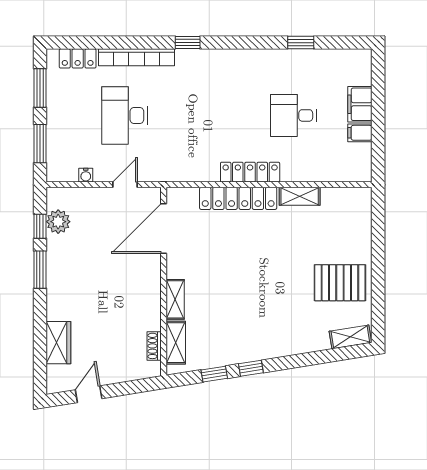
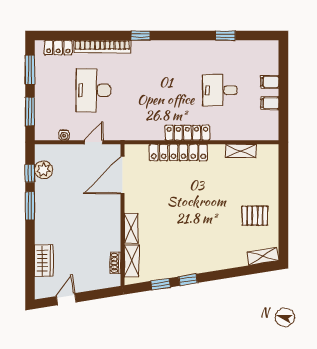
filing cabinet: (360, 104) -> (270, 82), width x0.50
shelving: (300, 196) -> (241, 151), moved
pallet: (340, 283) -> (255, 216), width x0.67, depth x0.71

